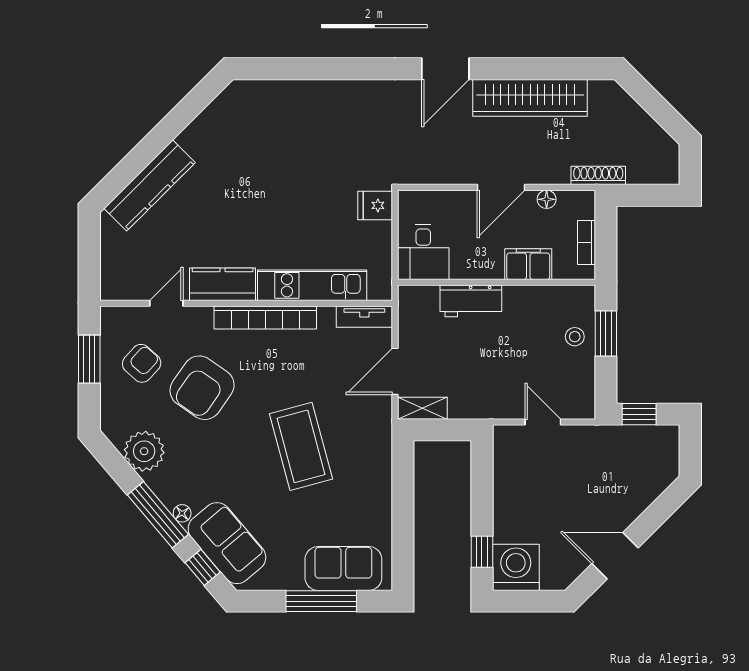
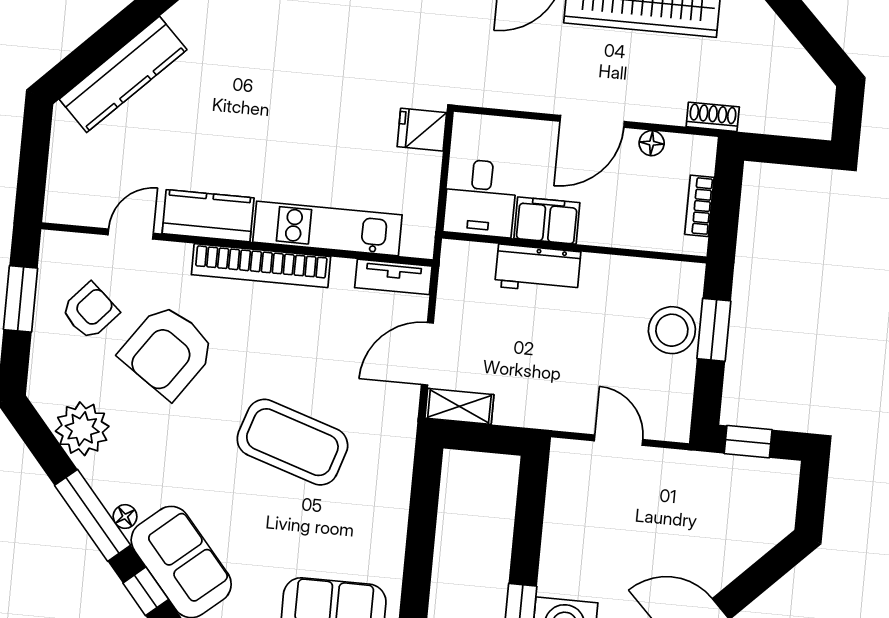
shoe rack: (598, 175) -> (713, 117), width x0.70
filing cabinet: (528, 264) -> (547, 221), moved
stool: (575, 337) -> (672, 330), width x1.89, depth x1.89
coffee table: (301, 446) -> (292, 442), turned -57

